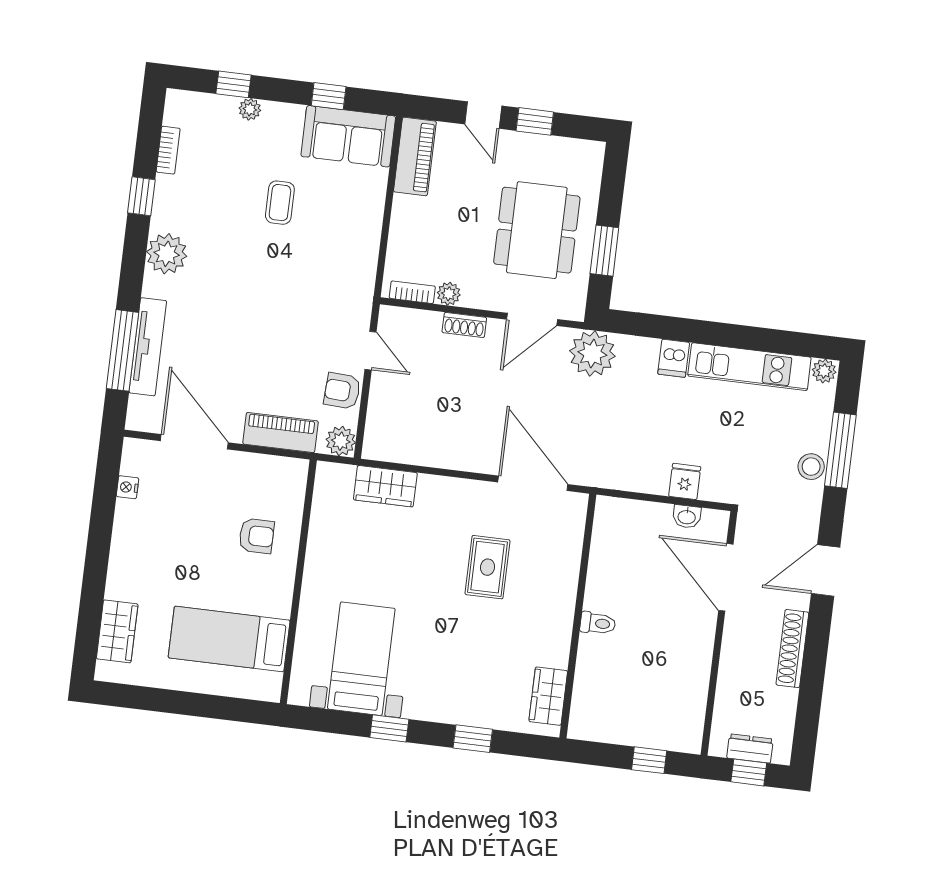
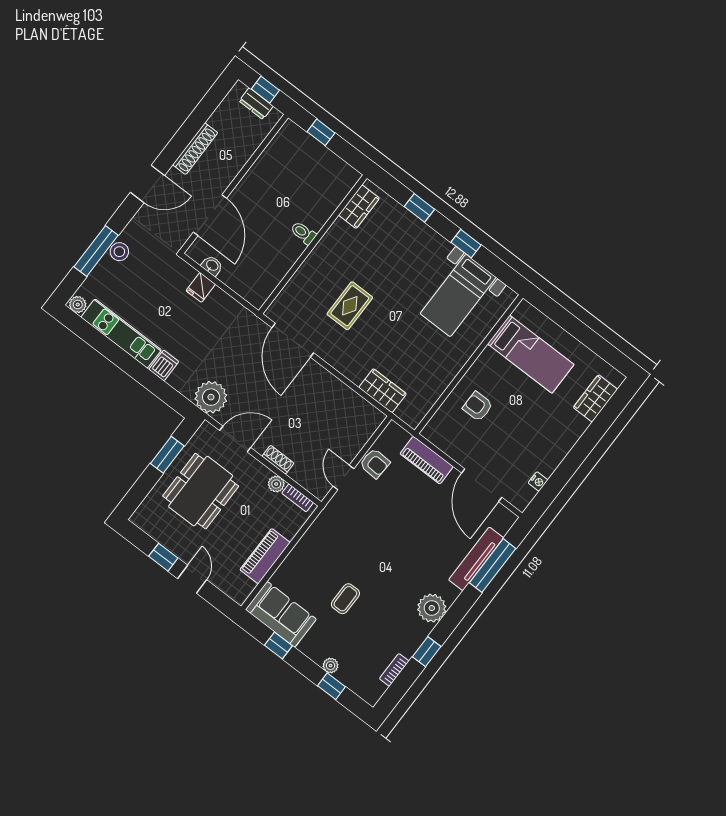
piano: (415, 156) -> (265, 556), moved
plant: (341, 441) -> (393, 434), removed

